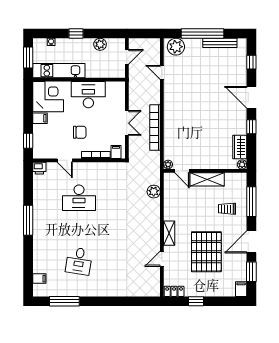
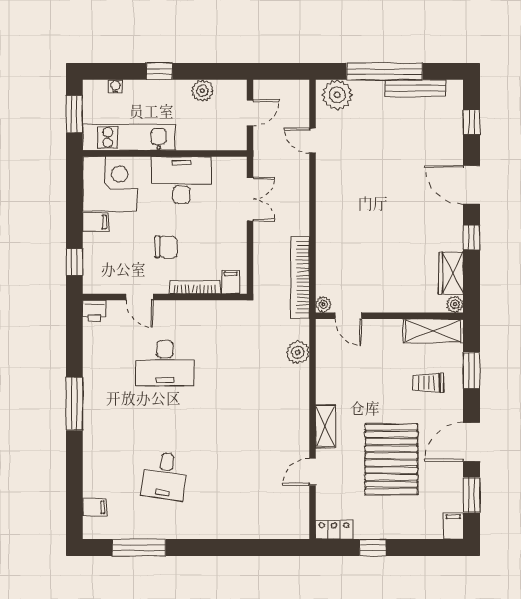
double door: (127, 123) -> (250, 199), moved
bookcase: (155, 127) -> (300, 277), moved
shelving: (207, 179) -> (433, 331), moved
window: (251, 202) -> (472, 370), width x0.69

